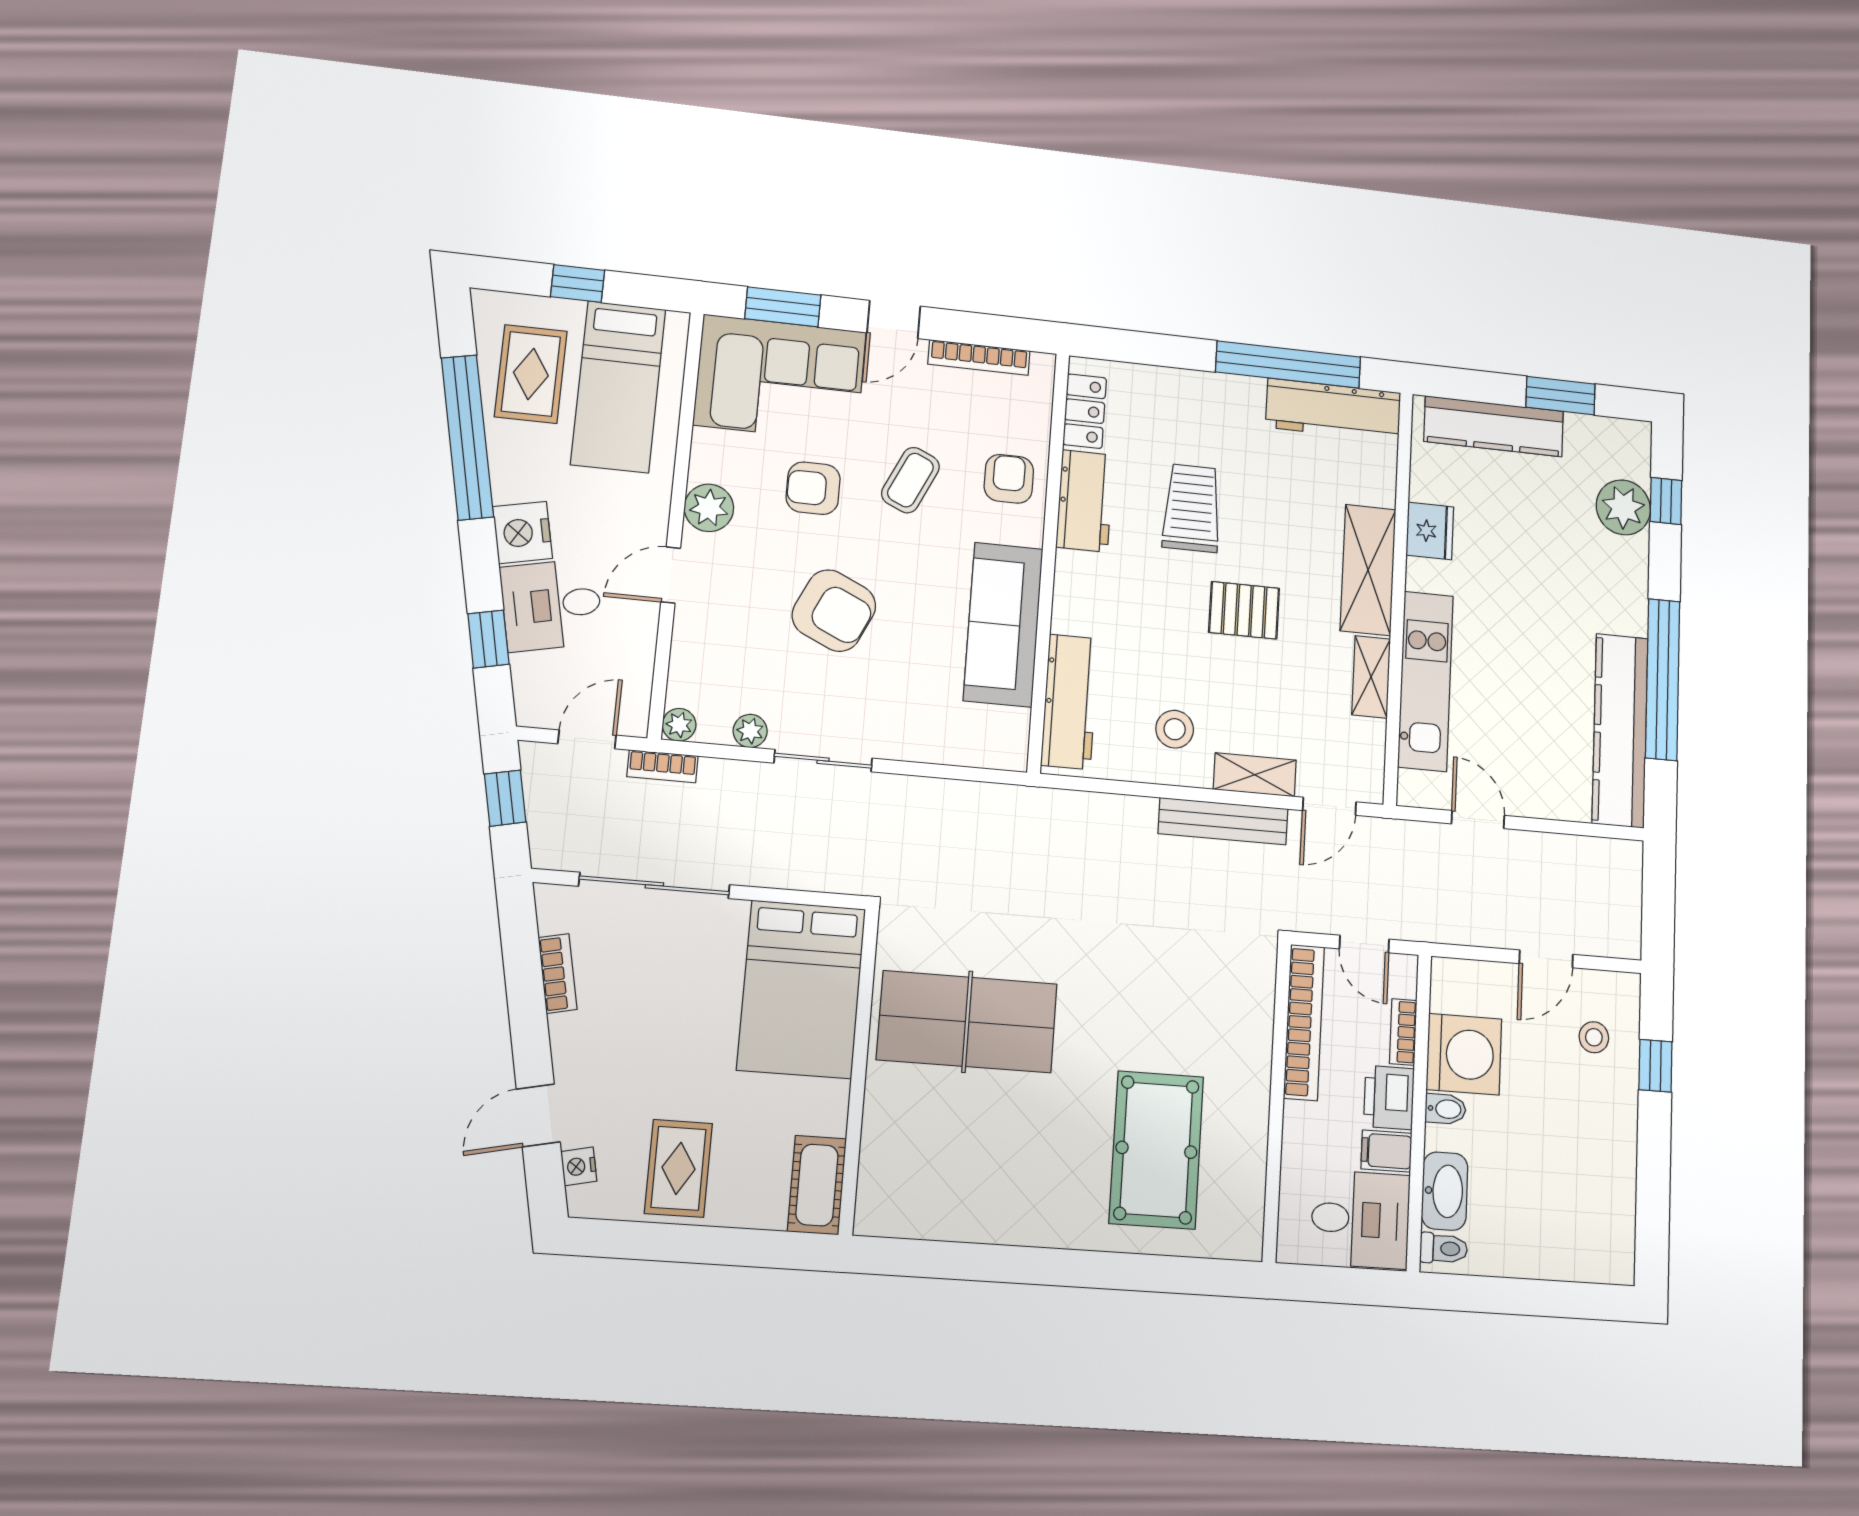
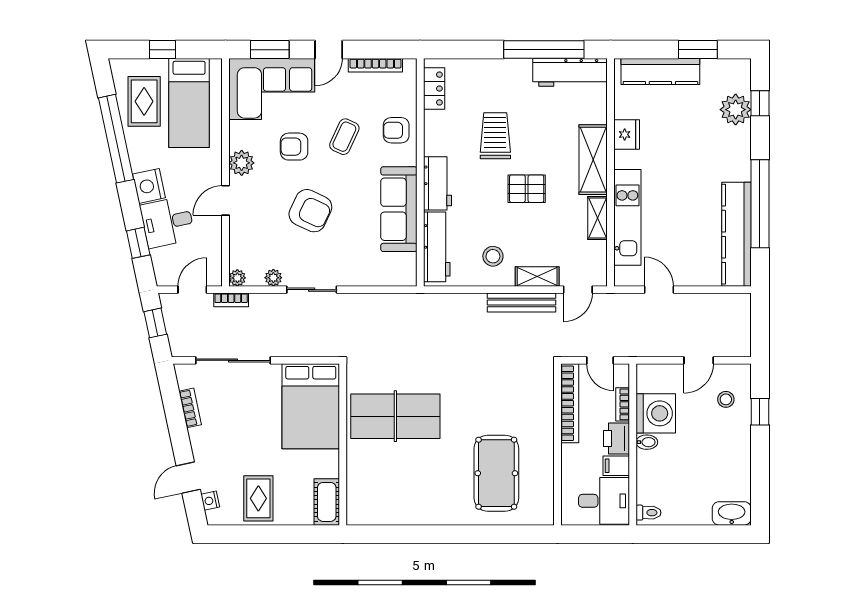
armchair: (1009, 479) -> (396, 130), turned -90
workbench: (1085, 501) -> (437, 183), moved
washbasin: (1445, 1191) -> (732, 513), moved, turned -90

